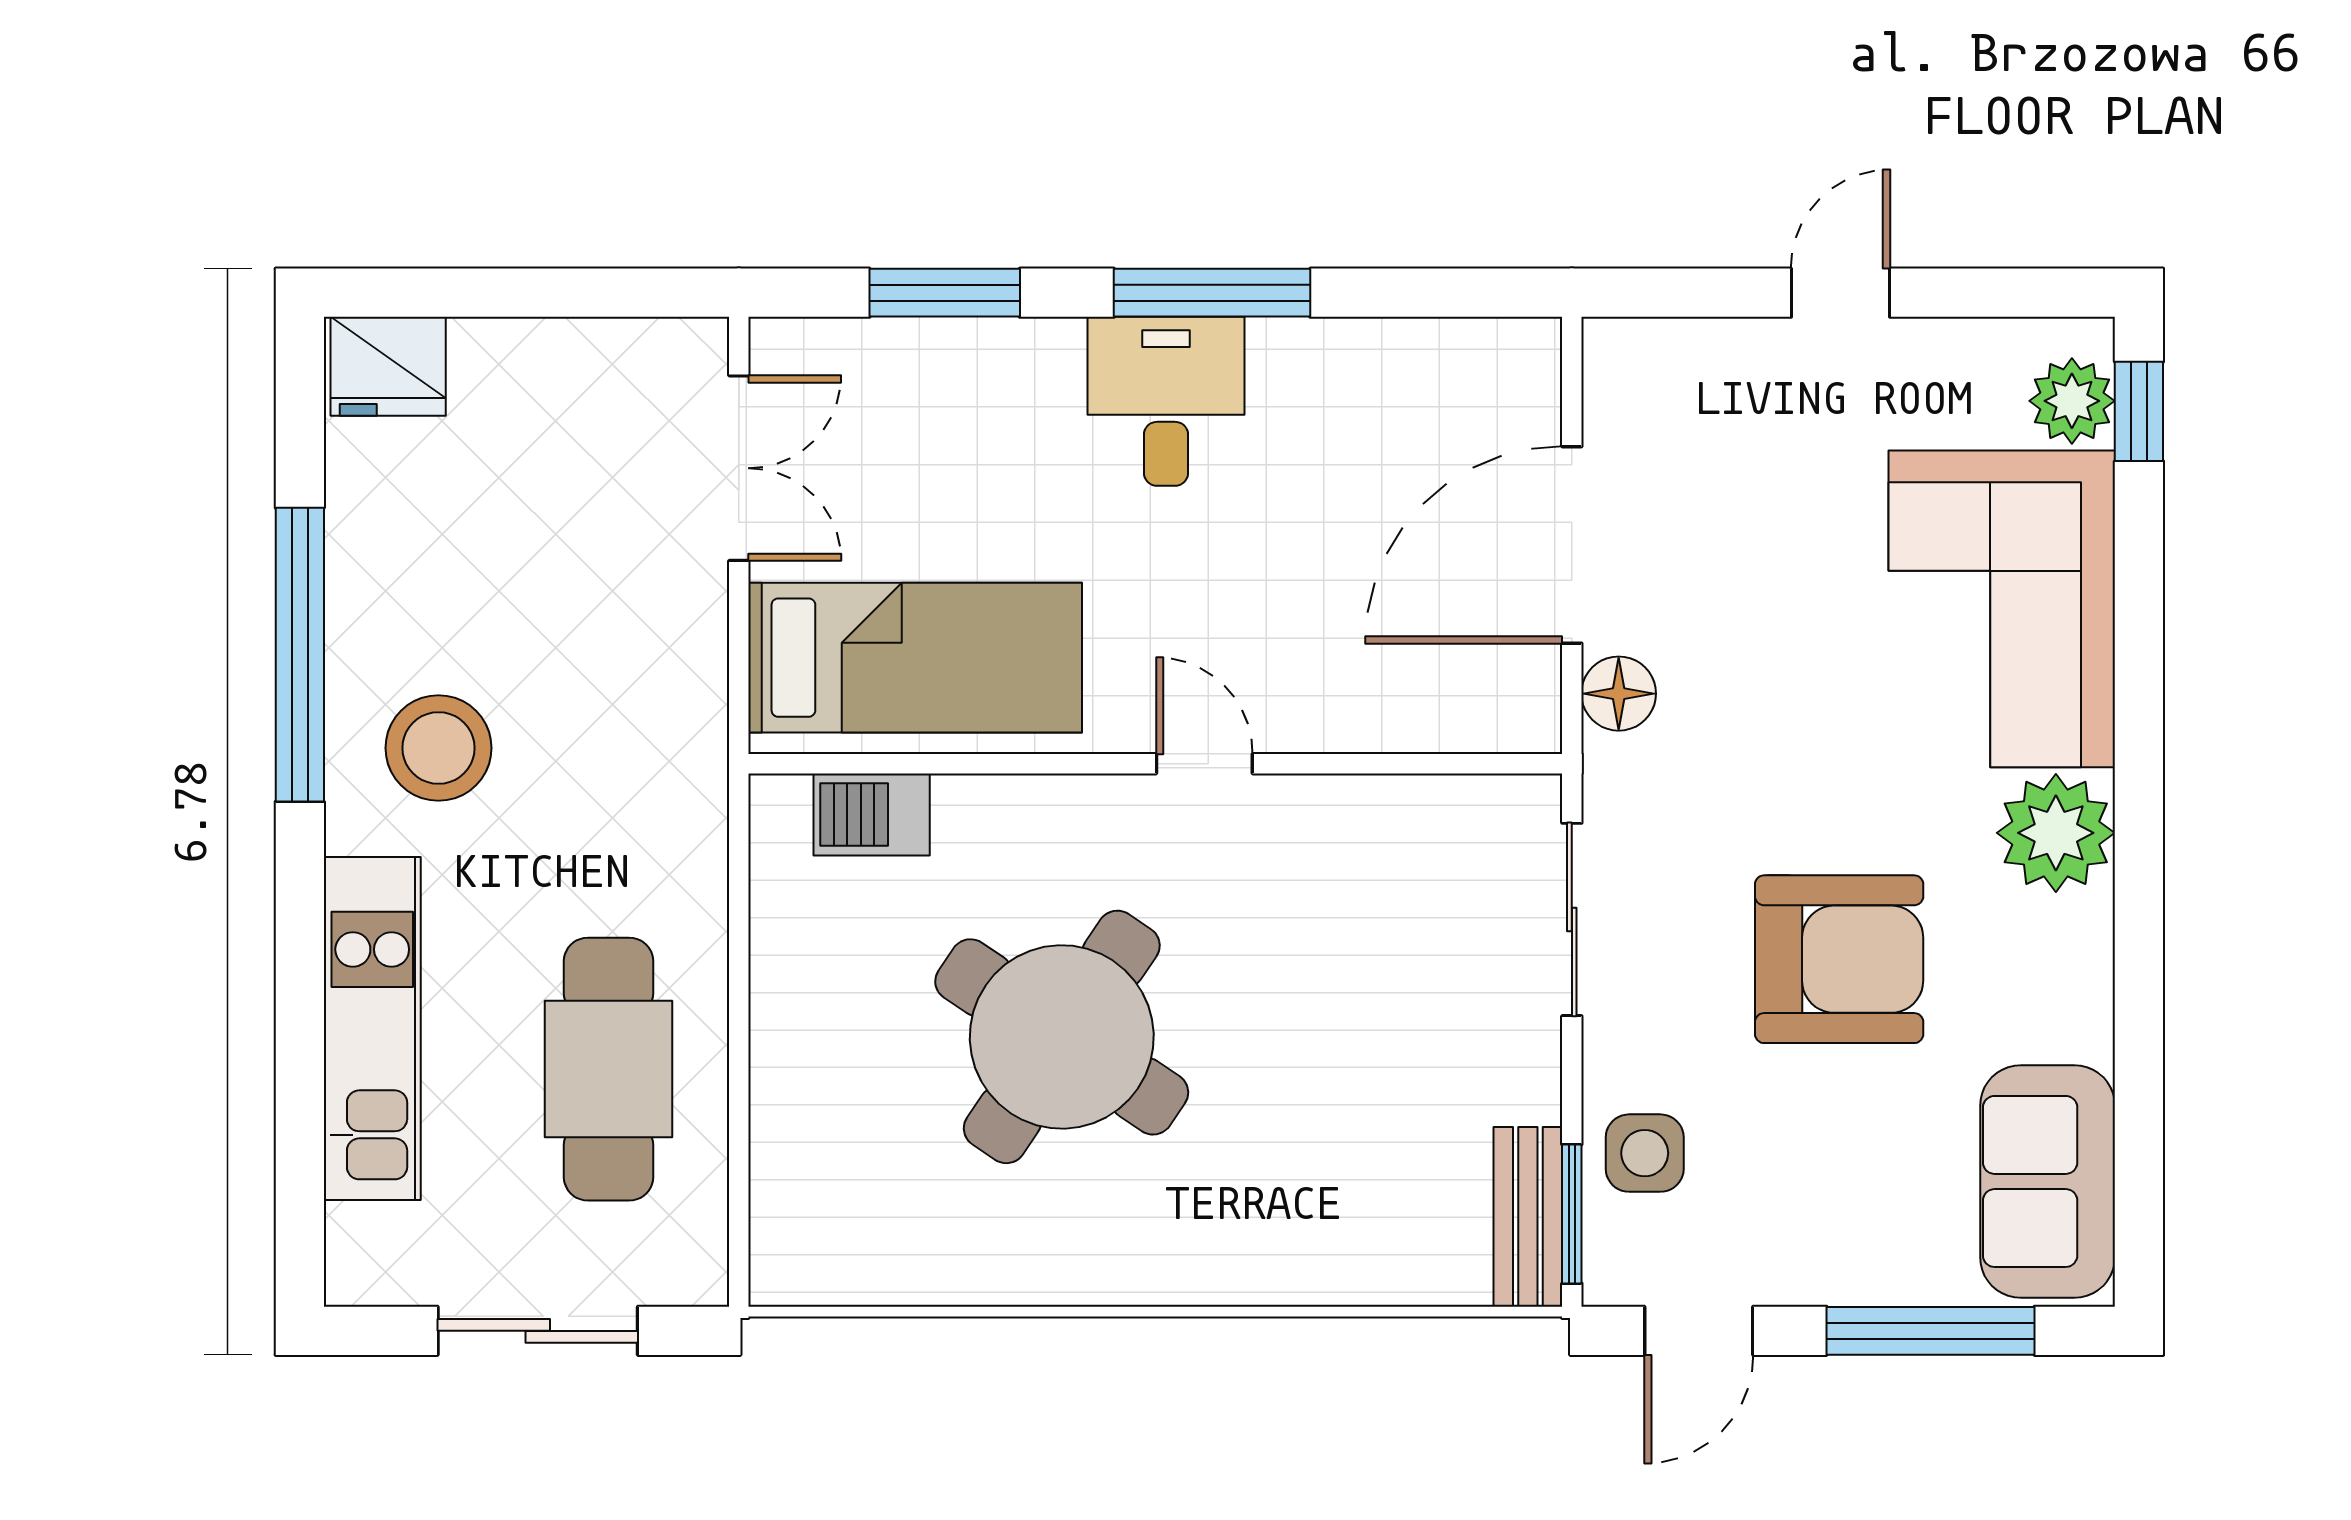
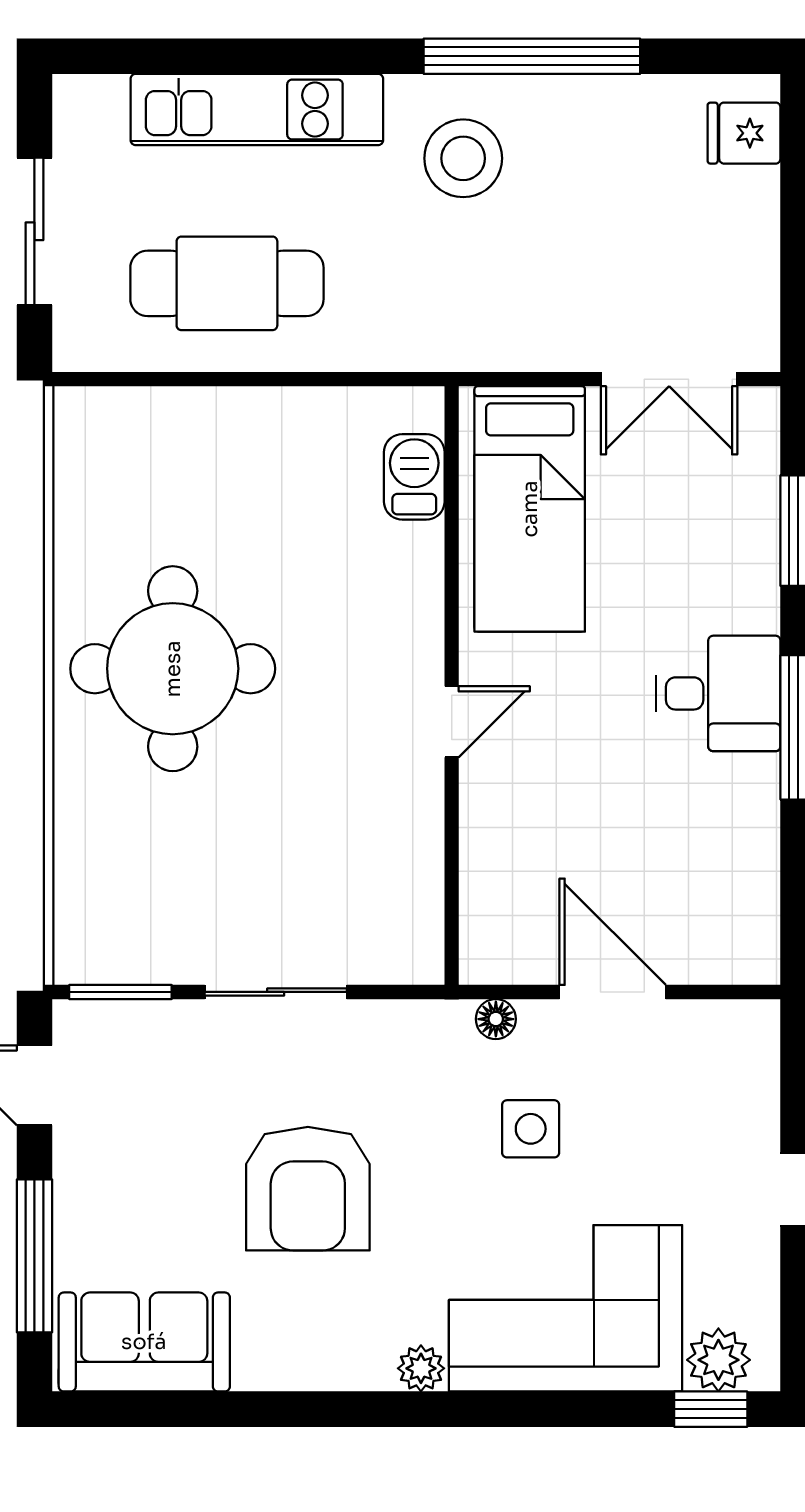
fridge: (388, 366) -> (744, 133), width x0.72
door: (1572, 545) -> (613, 992), width x0.73
floor lamp: (1619, 694) -> (496, 1019), width x0.73, depth x0.73
plant: (2056, 833) -> (421, 1368), width x0.53, depth x0.53
sliding door: (1572, 919) -> (276, 992), moved
round table: (1062, 1037) -> (173, 669), moved, turned -34
side table: (1645, 1153) -> (531, 1129), moved
bench: (1528, 1217) -> (118, 960), removed

